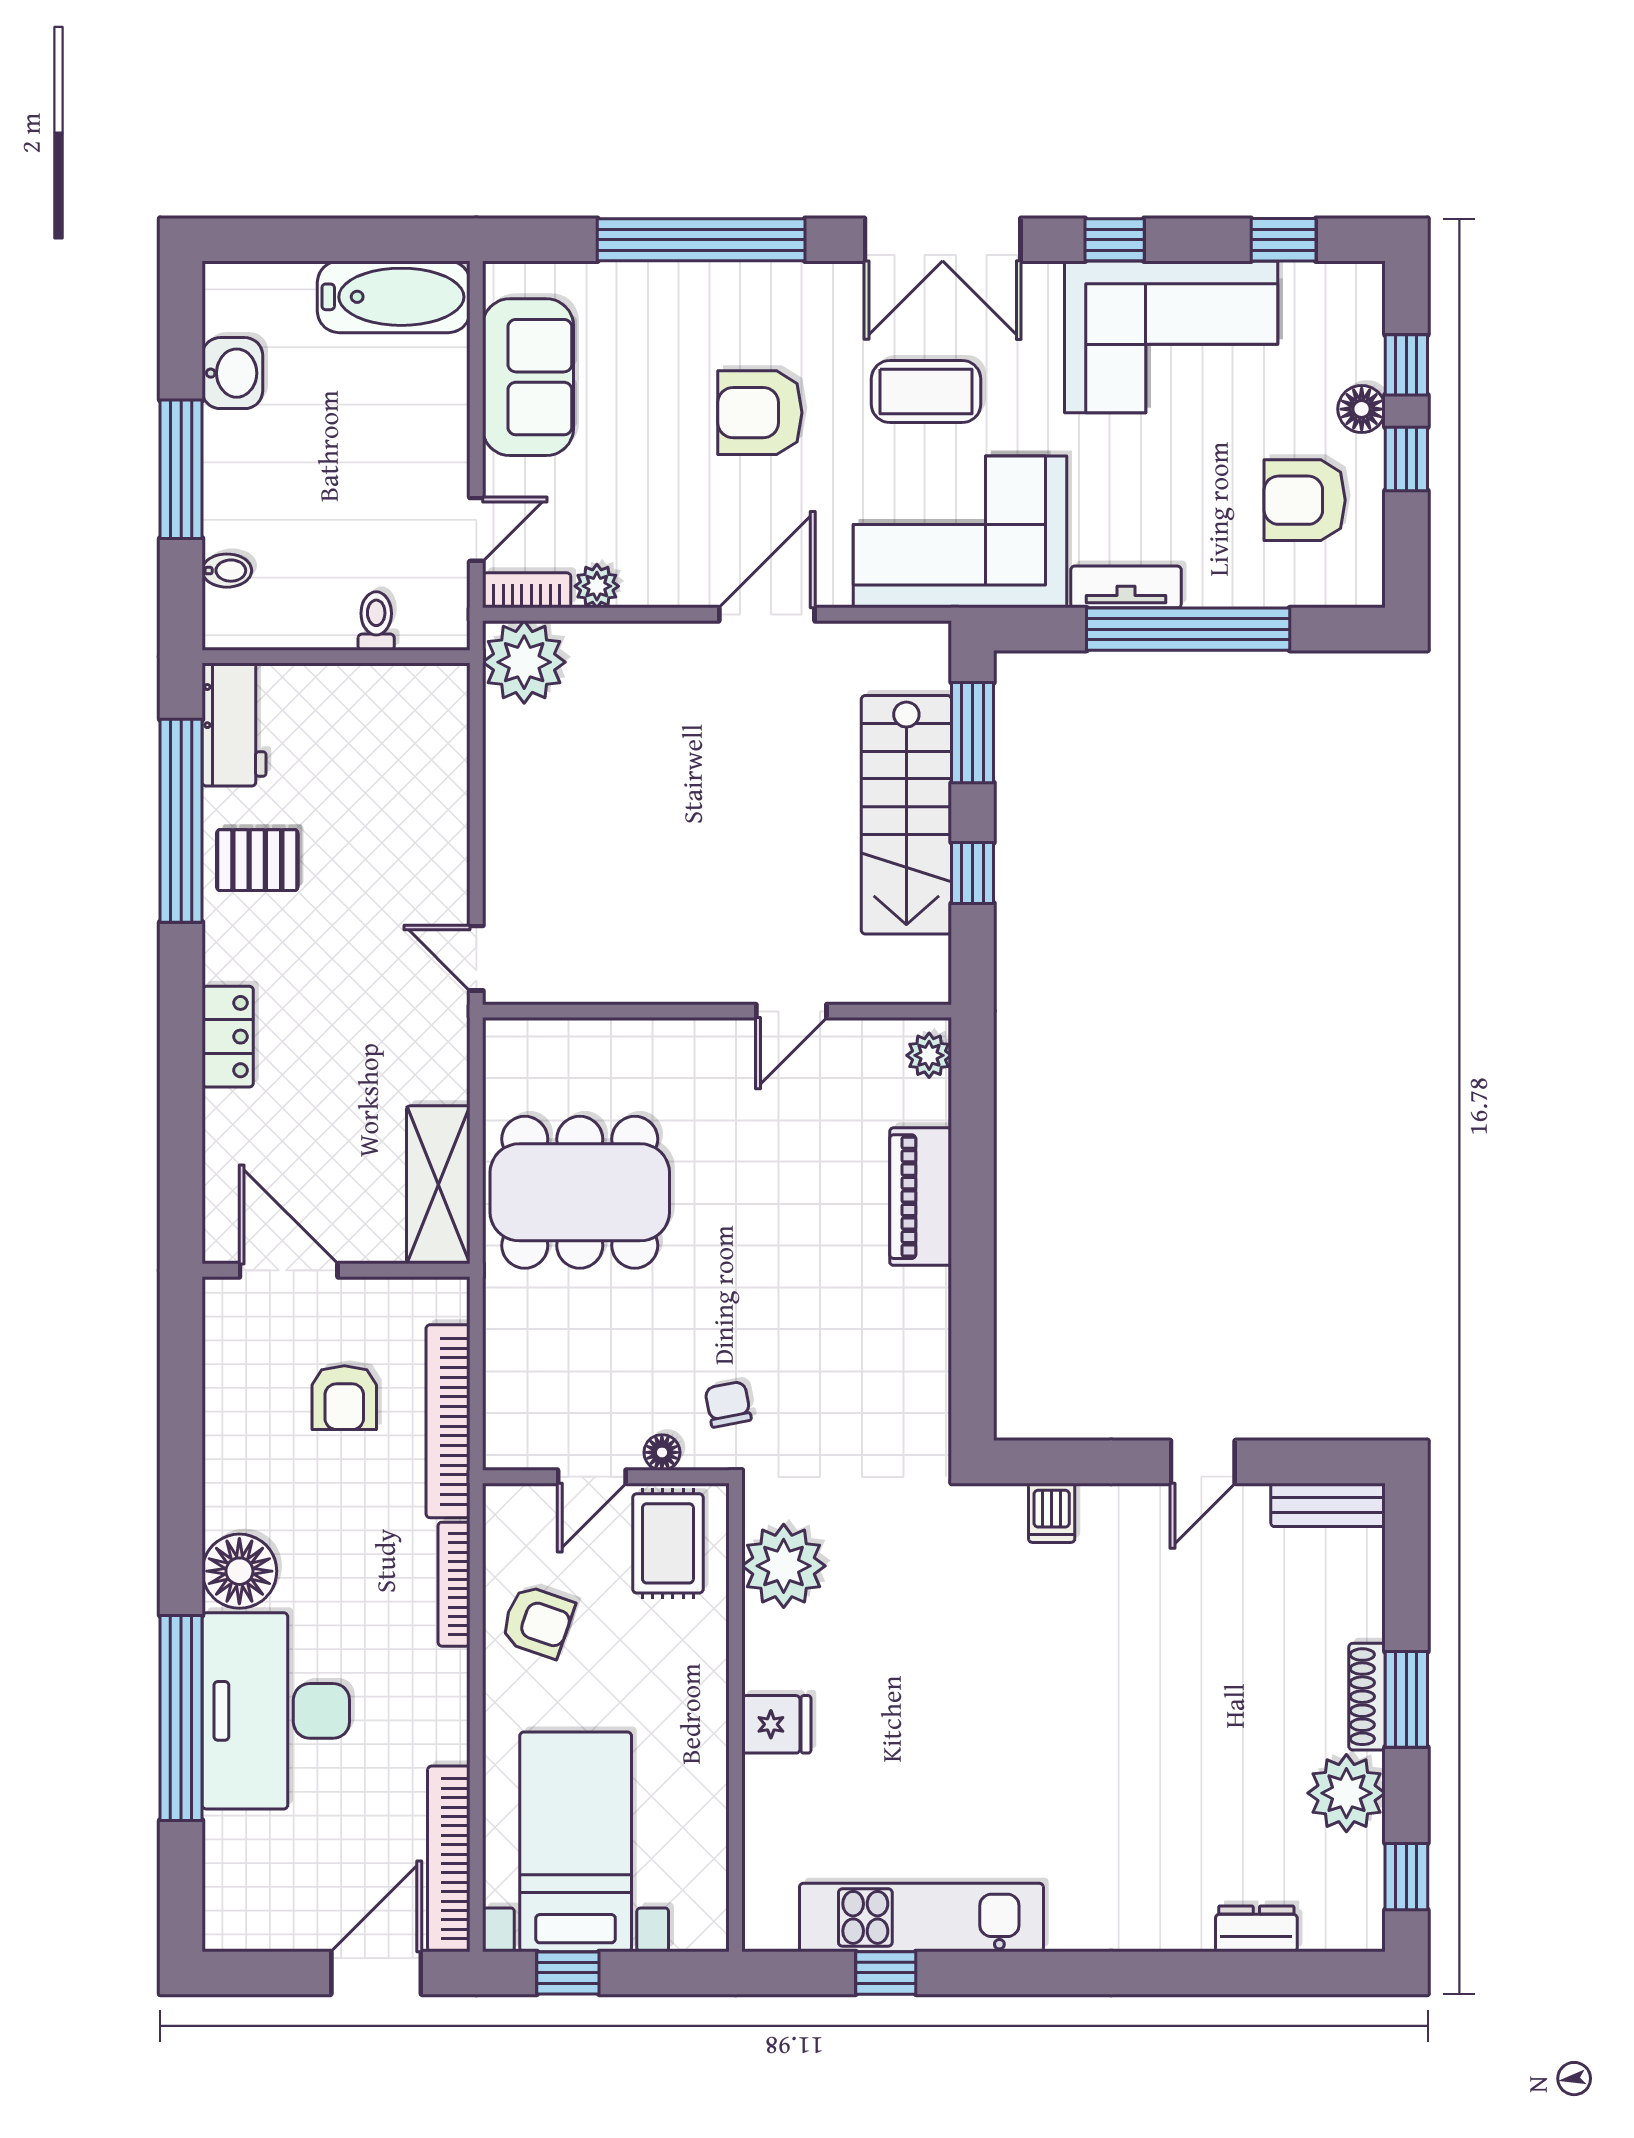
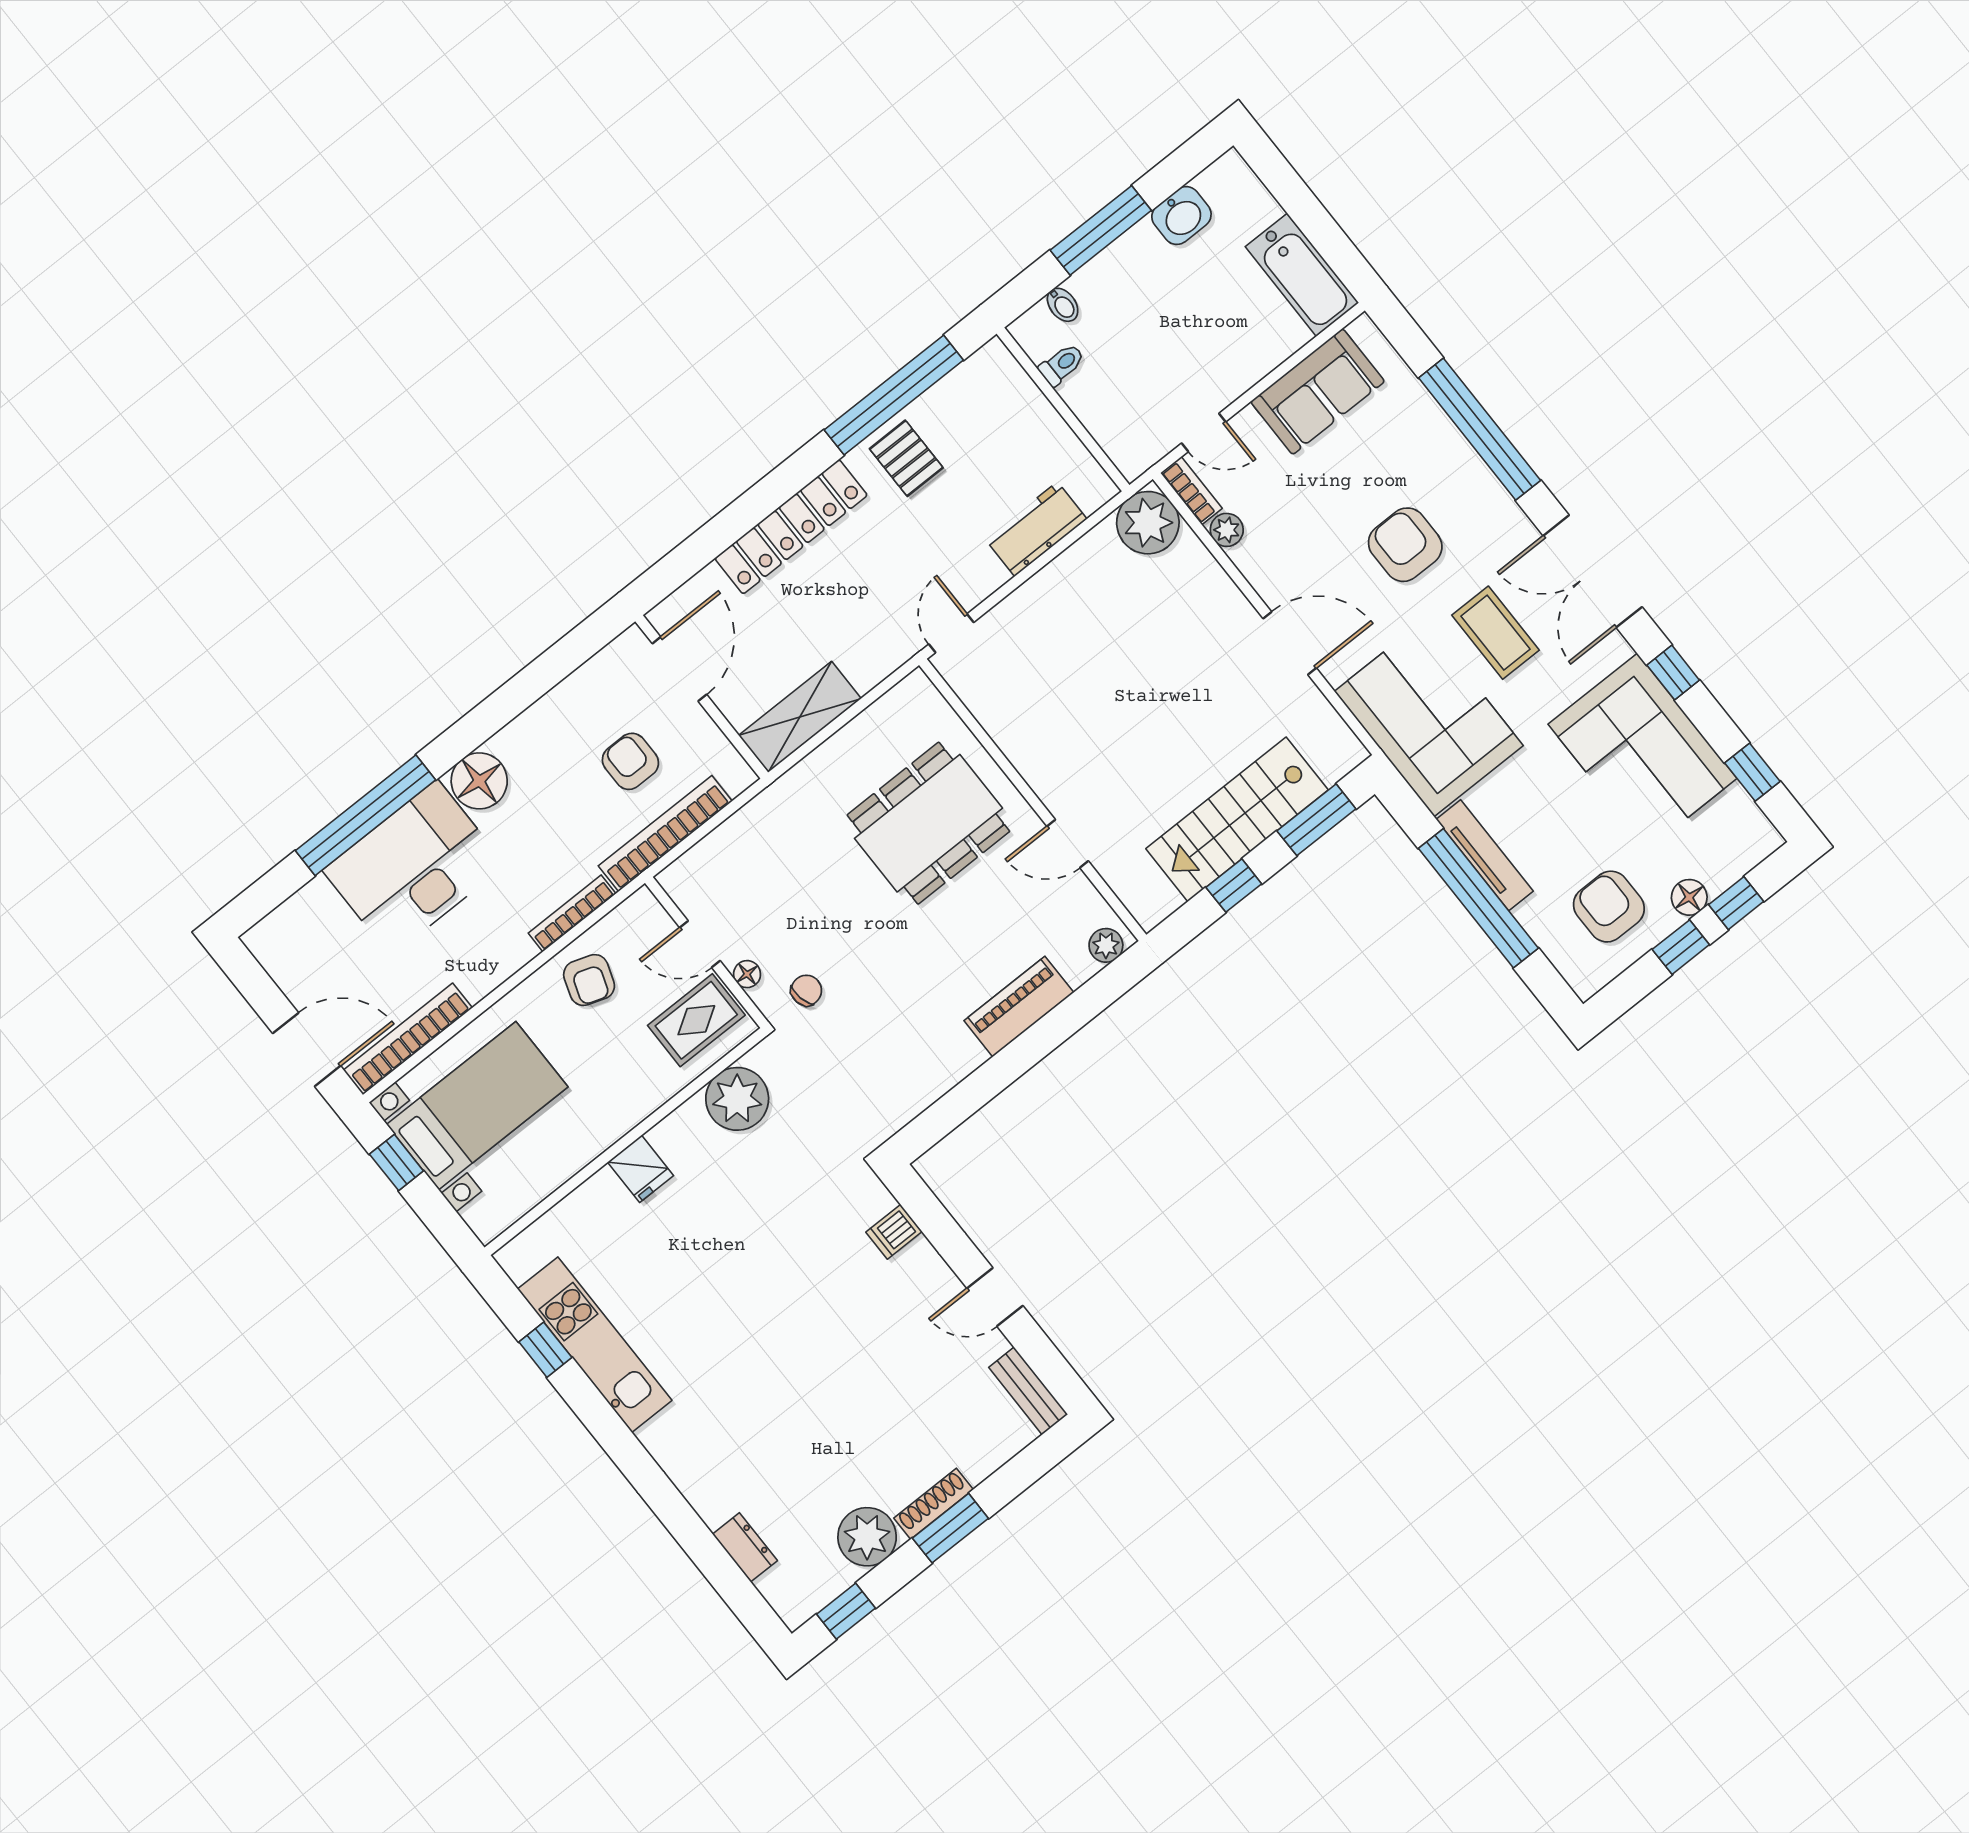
tv unit: (1126, 587) -> (1485, 855), width x1.41
toilet: (376, 621) -> (1062, 365), moved
workbench: (234, 725) -> (1036, 529), moved, turned 180
locker: (228, 1037) -> (791, 527), width x2.16, depth x1.21
dining table: (580, 1192) -> (928, 823), moved, turned 90
armchair: (344, 1398) -> (630, 761), turned 90

